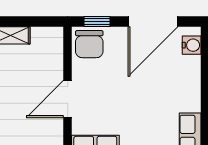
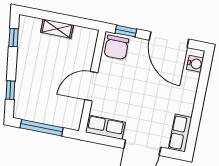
door: (153, 22) -> (169, 40), hinge flipped

